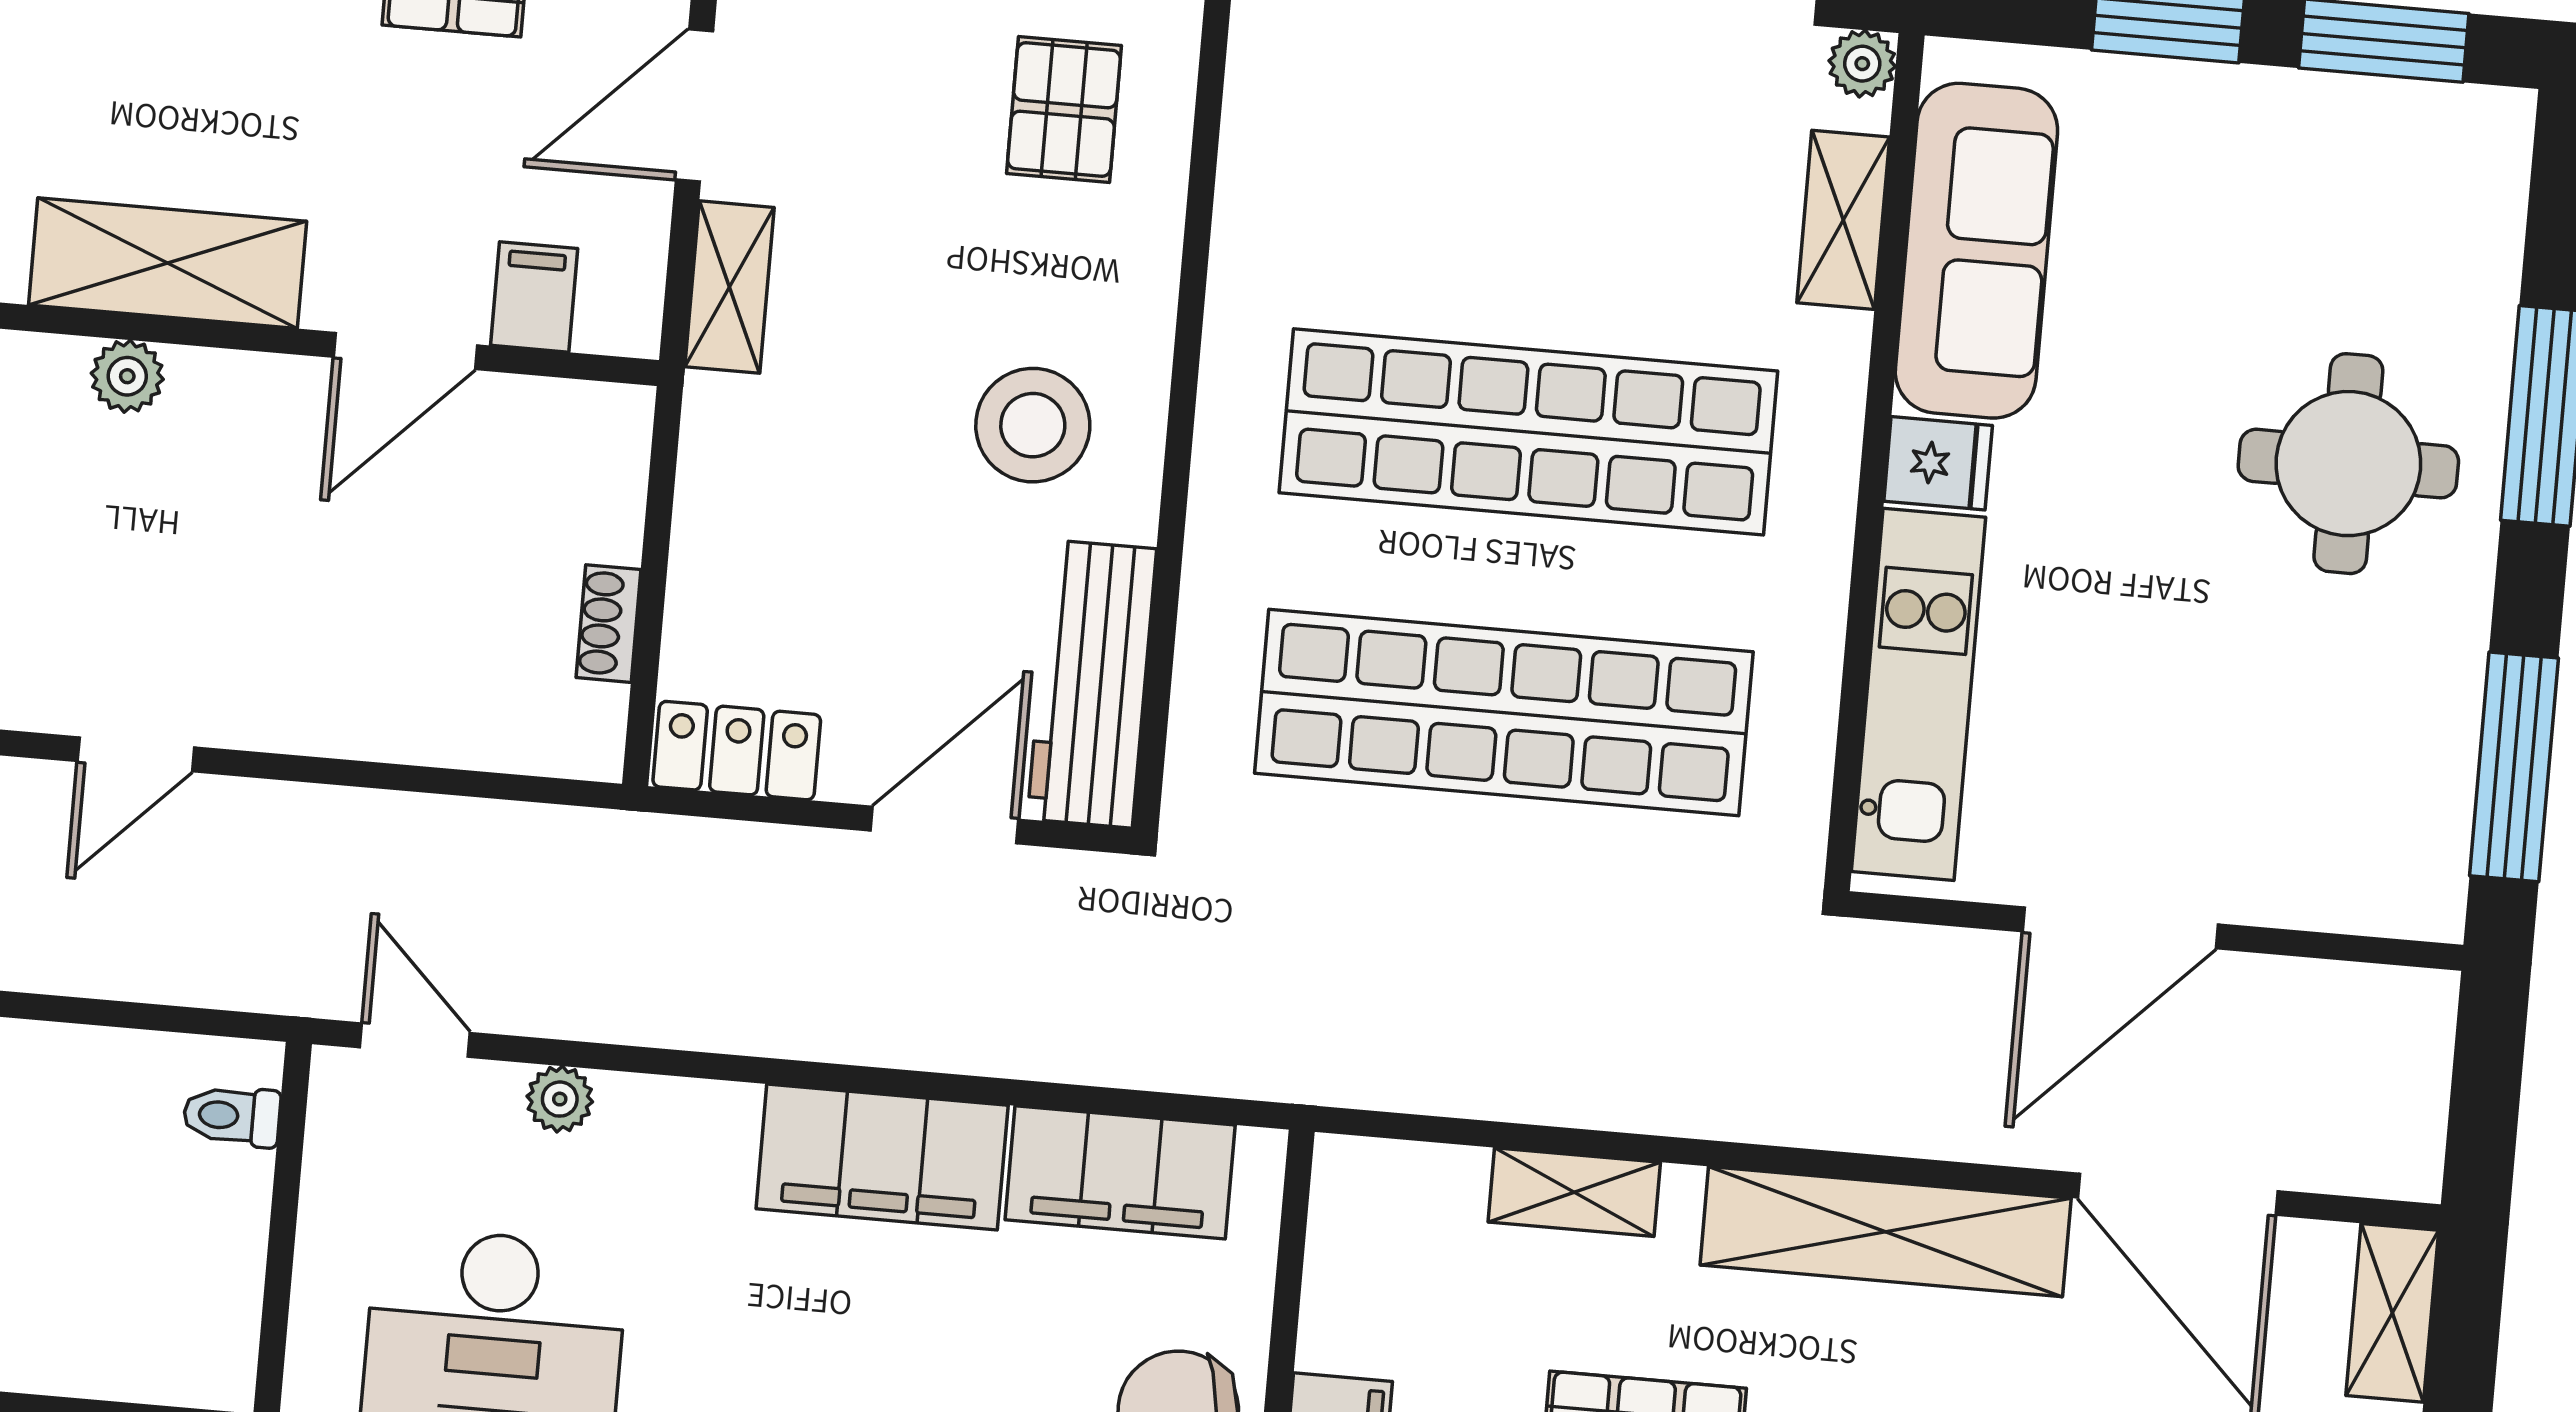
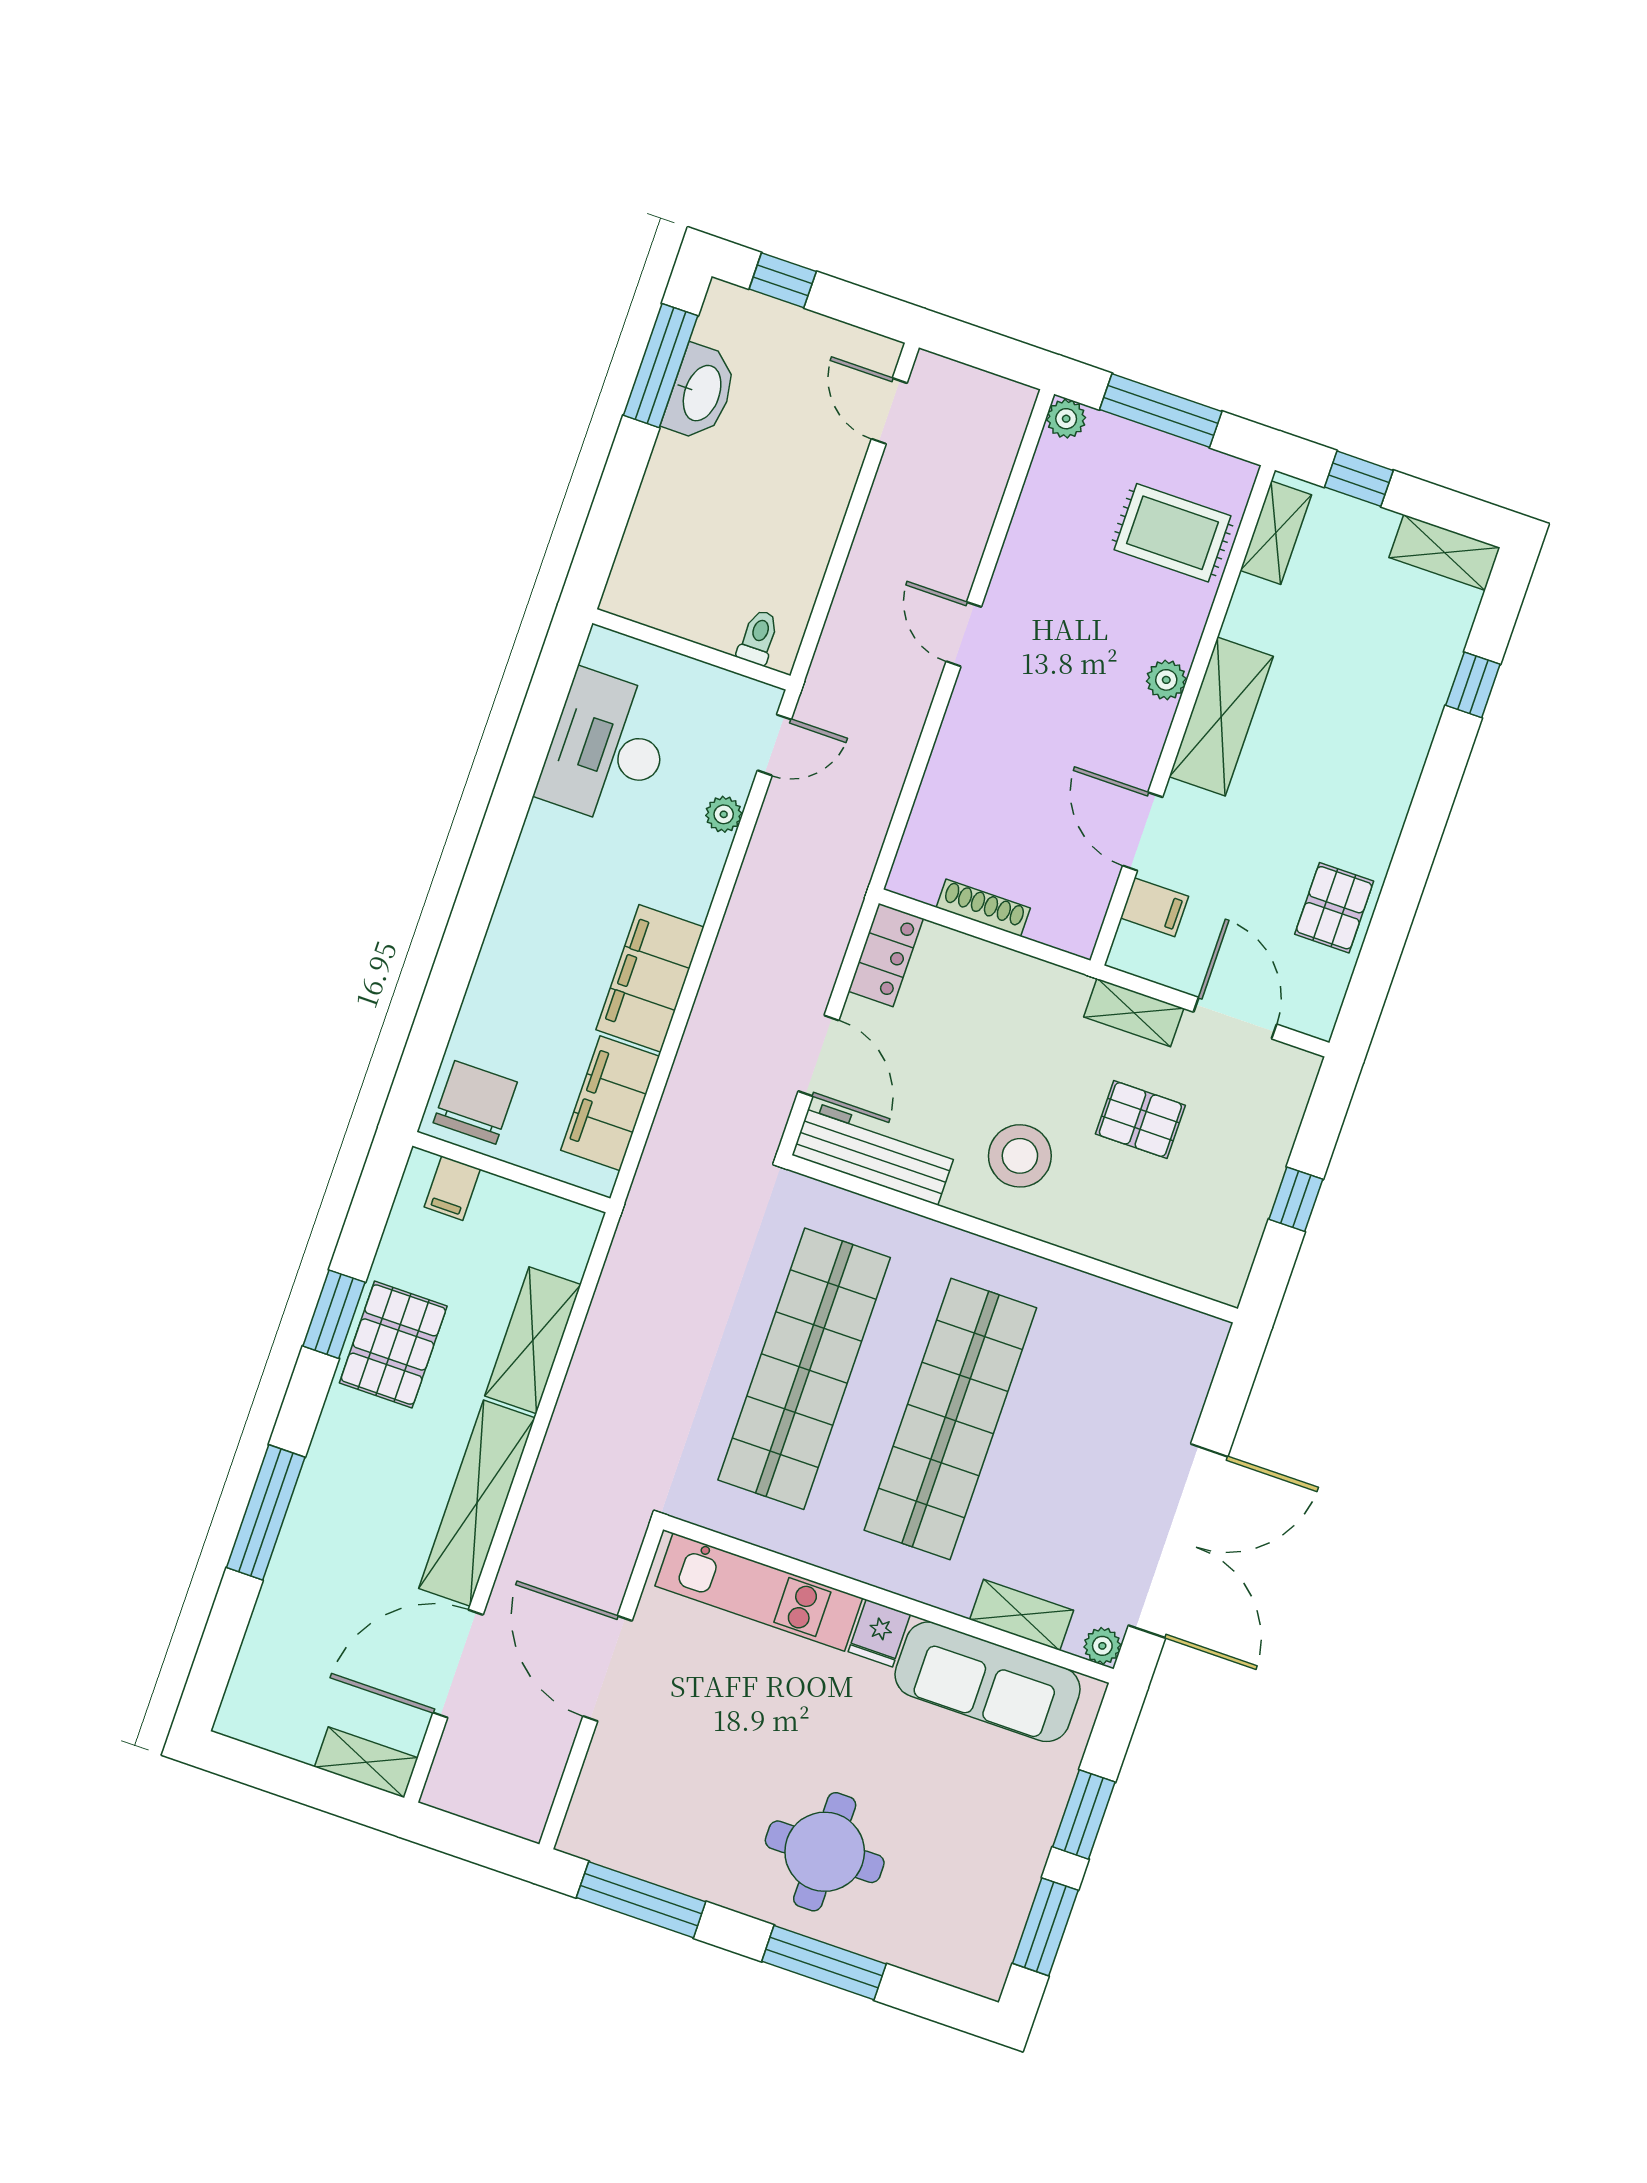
pallet: (1064, 109) -> (1140, 1120), moved
shoe rack: (608, 624) -> (983, 908), width x1.43
shelving: (1574, 1192) -> (533, 1340), width x1.50, depth x1.33

